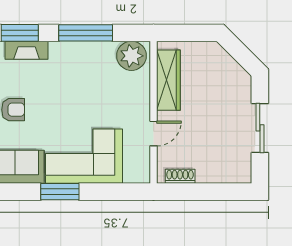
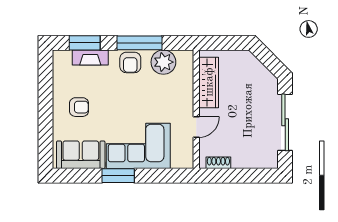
armchair: (75, 56) -> (130, 62), added
plant: (131, 56) -> (163, 62), moved
sliding door: (260, 128) -> (285, 122), width x1.37

